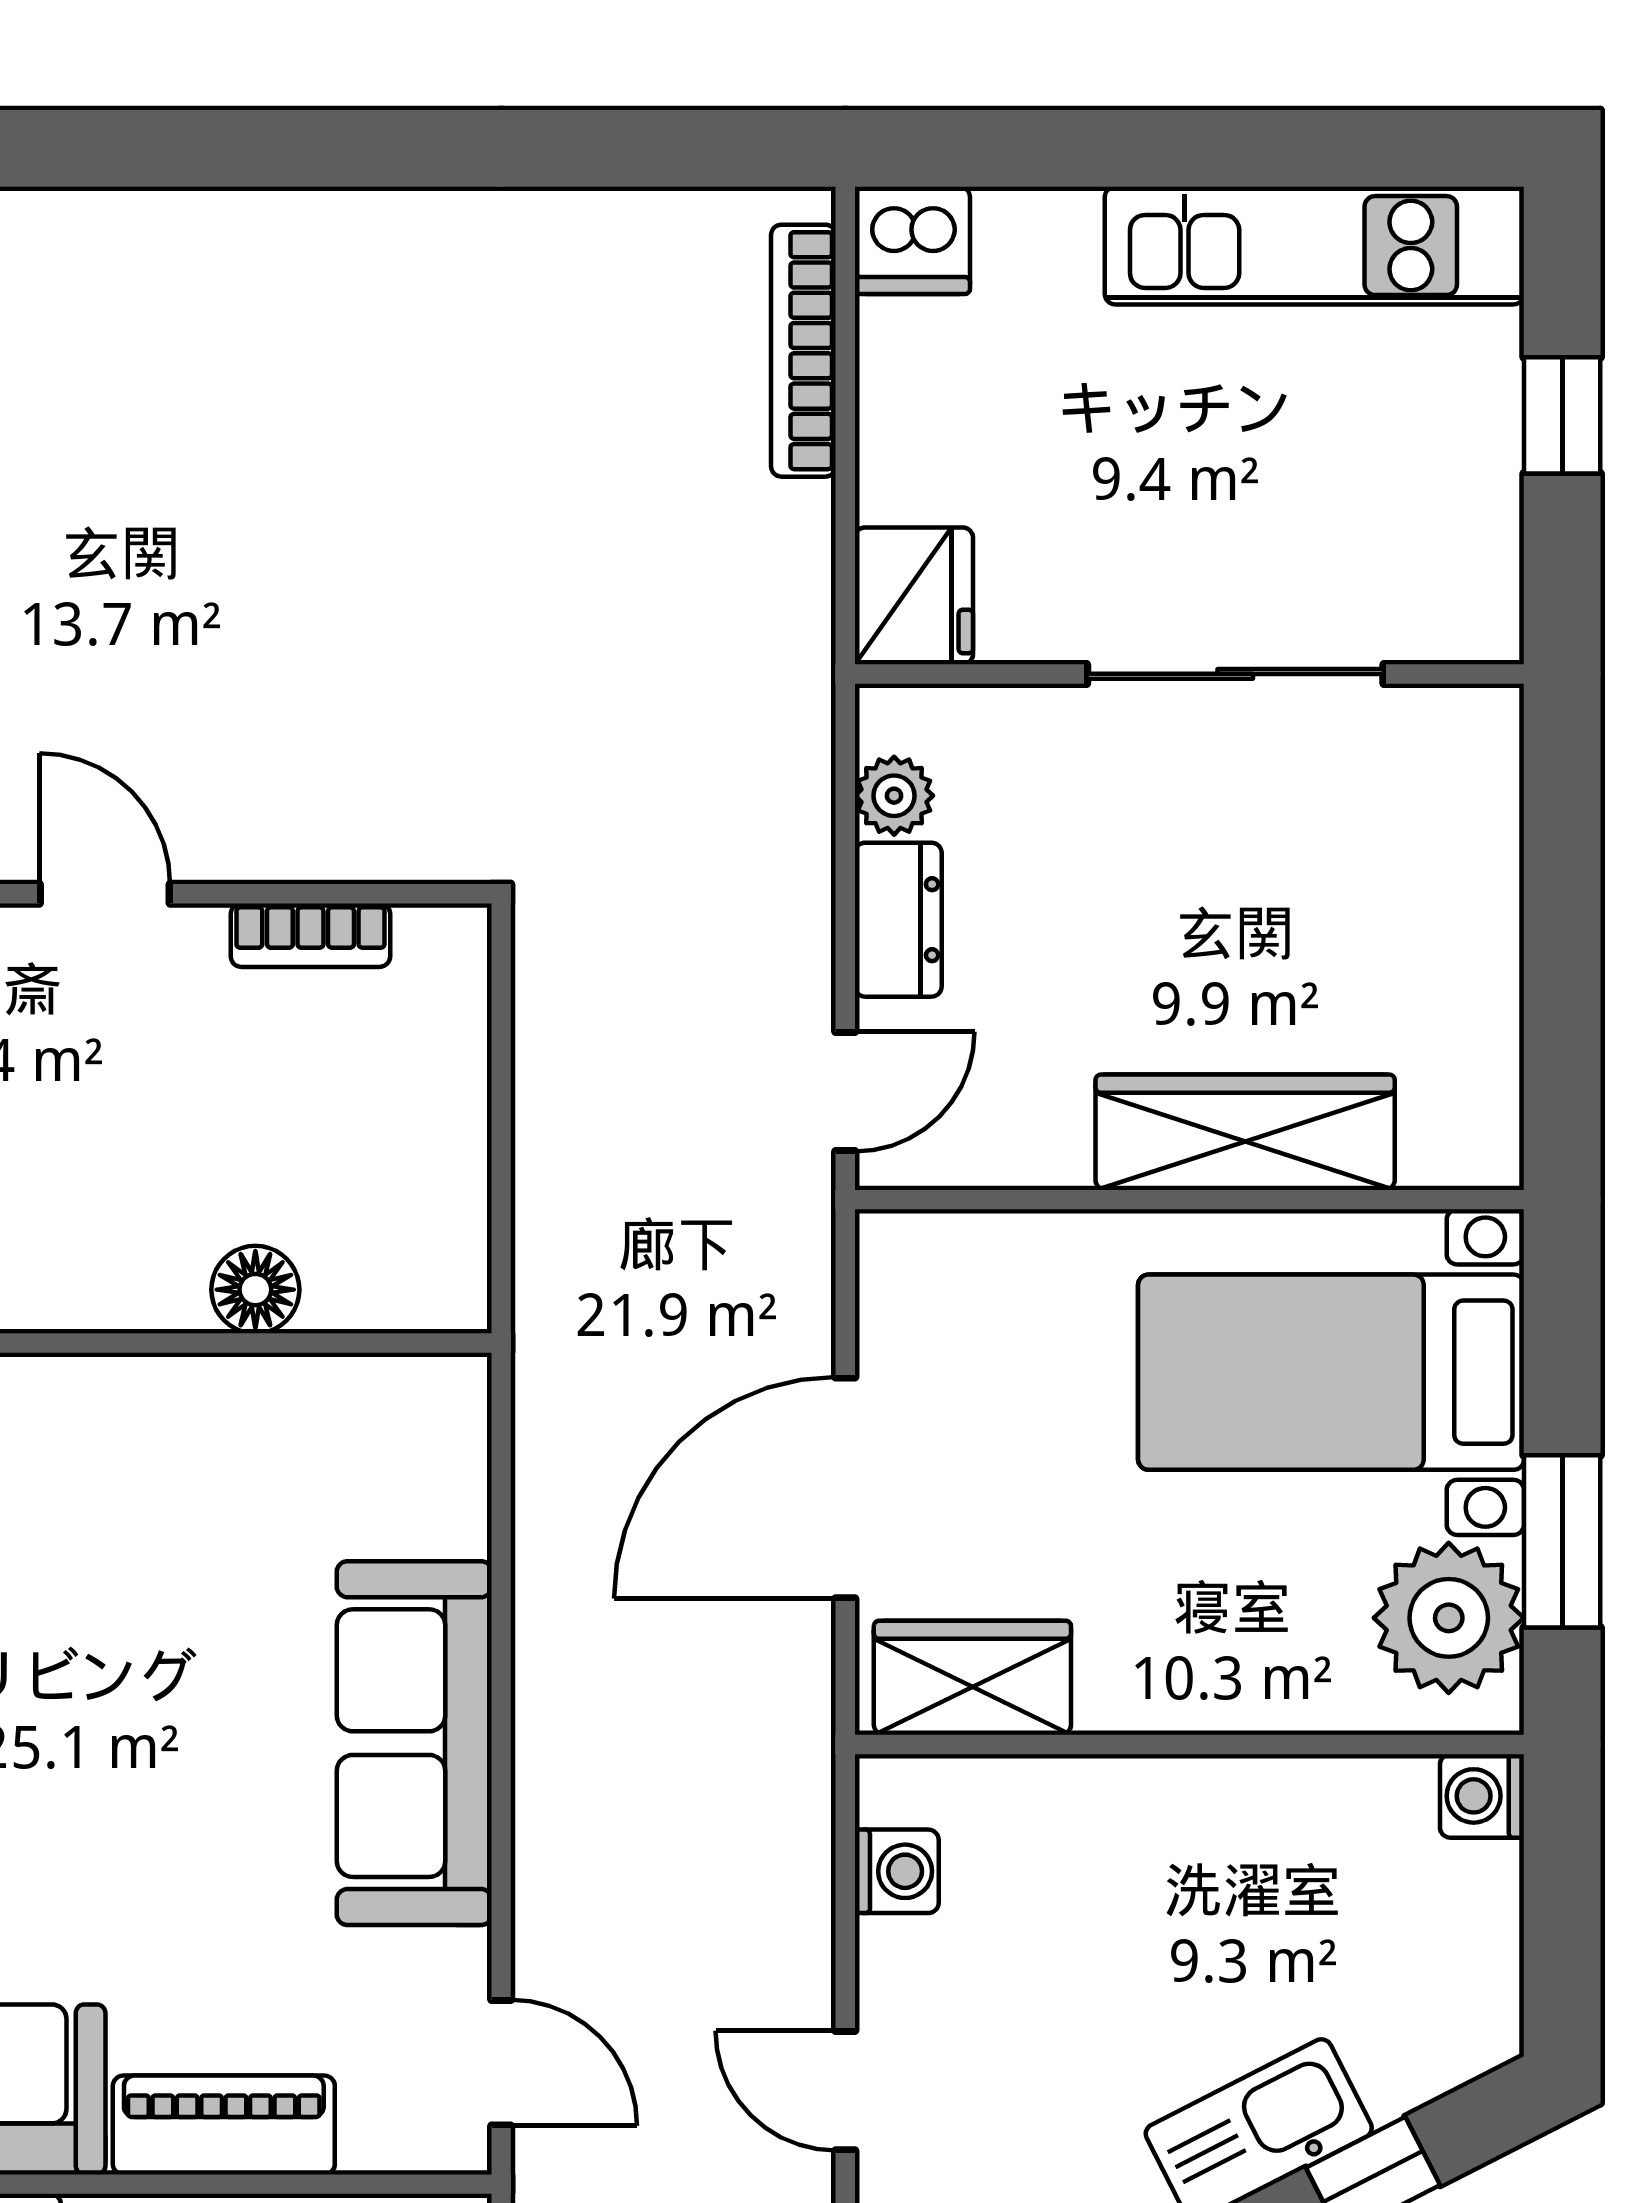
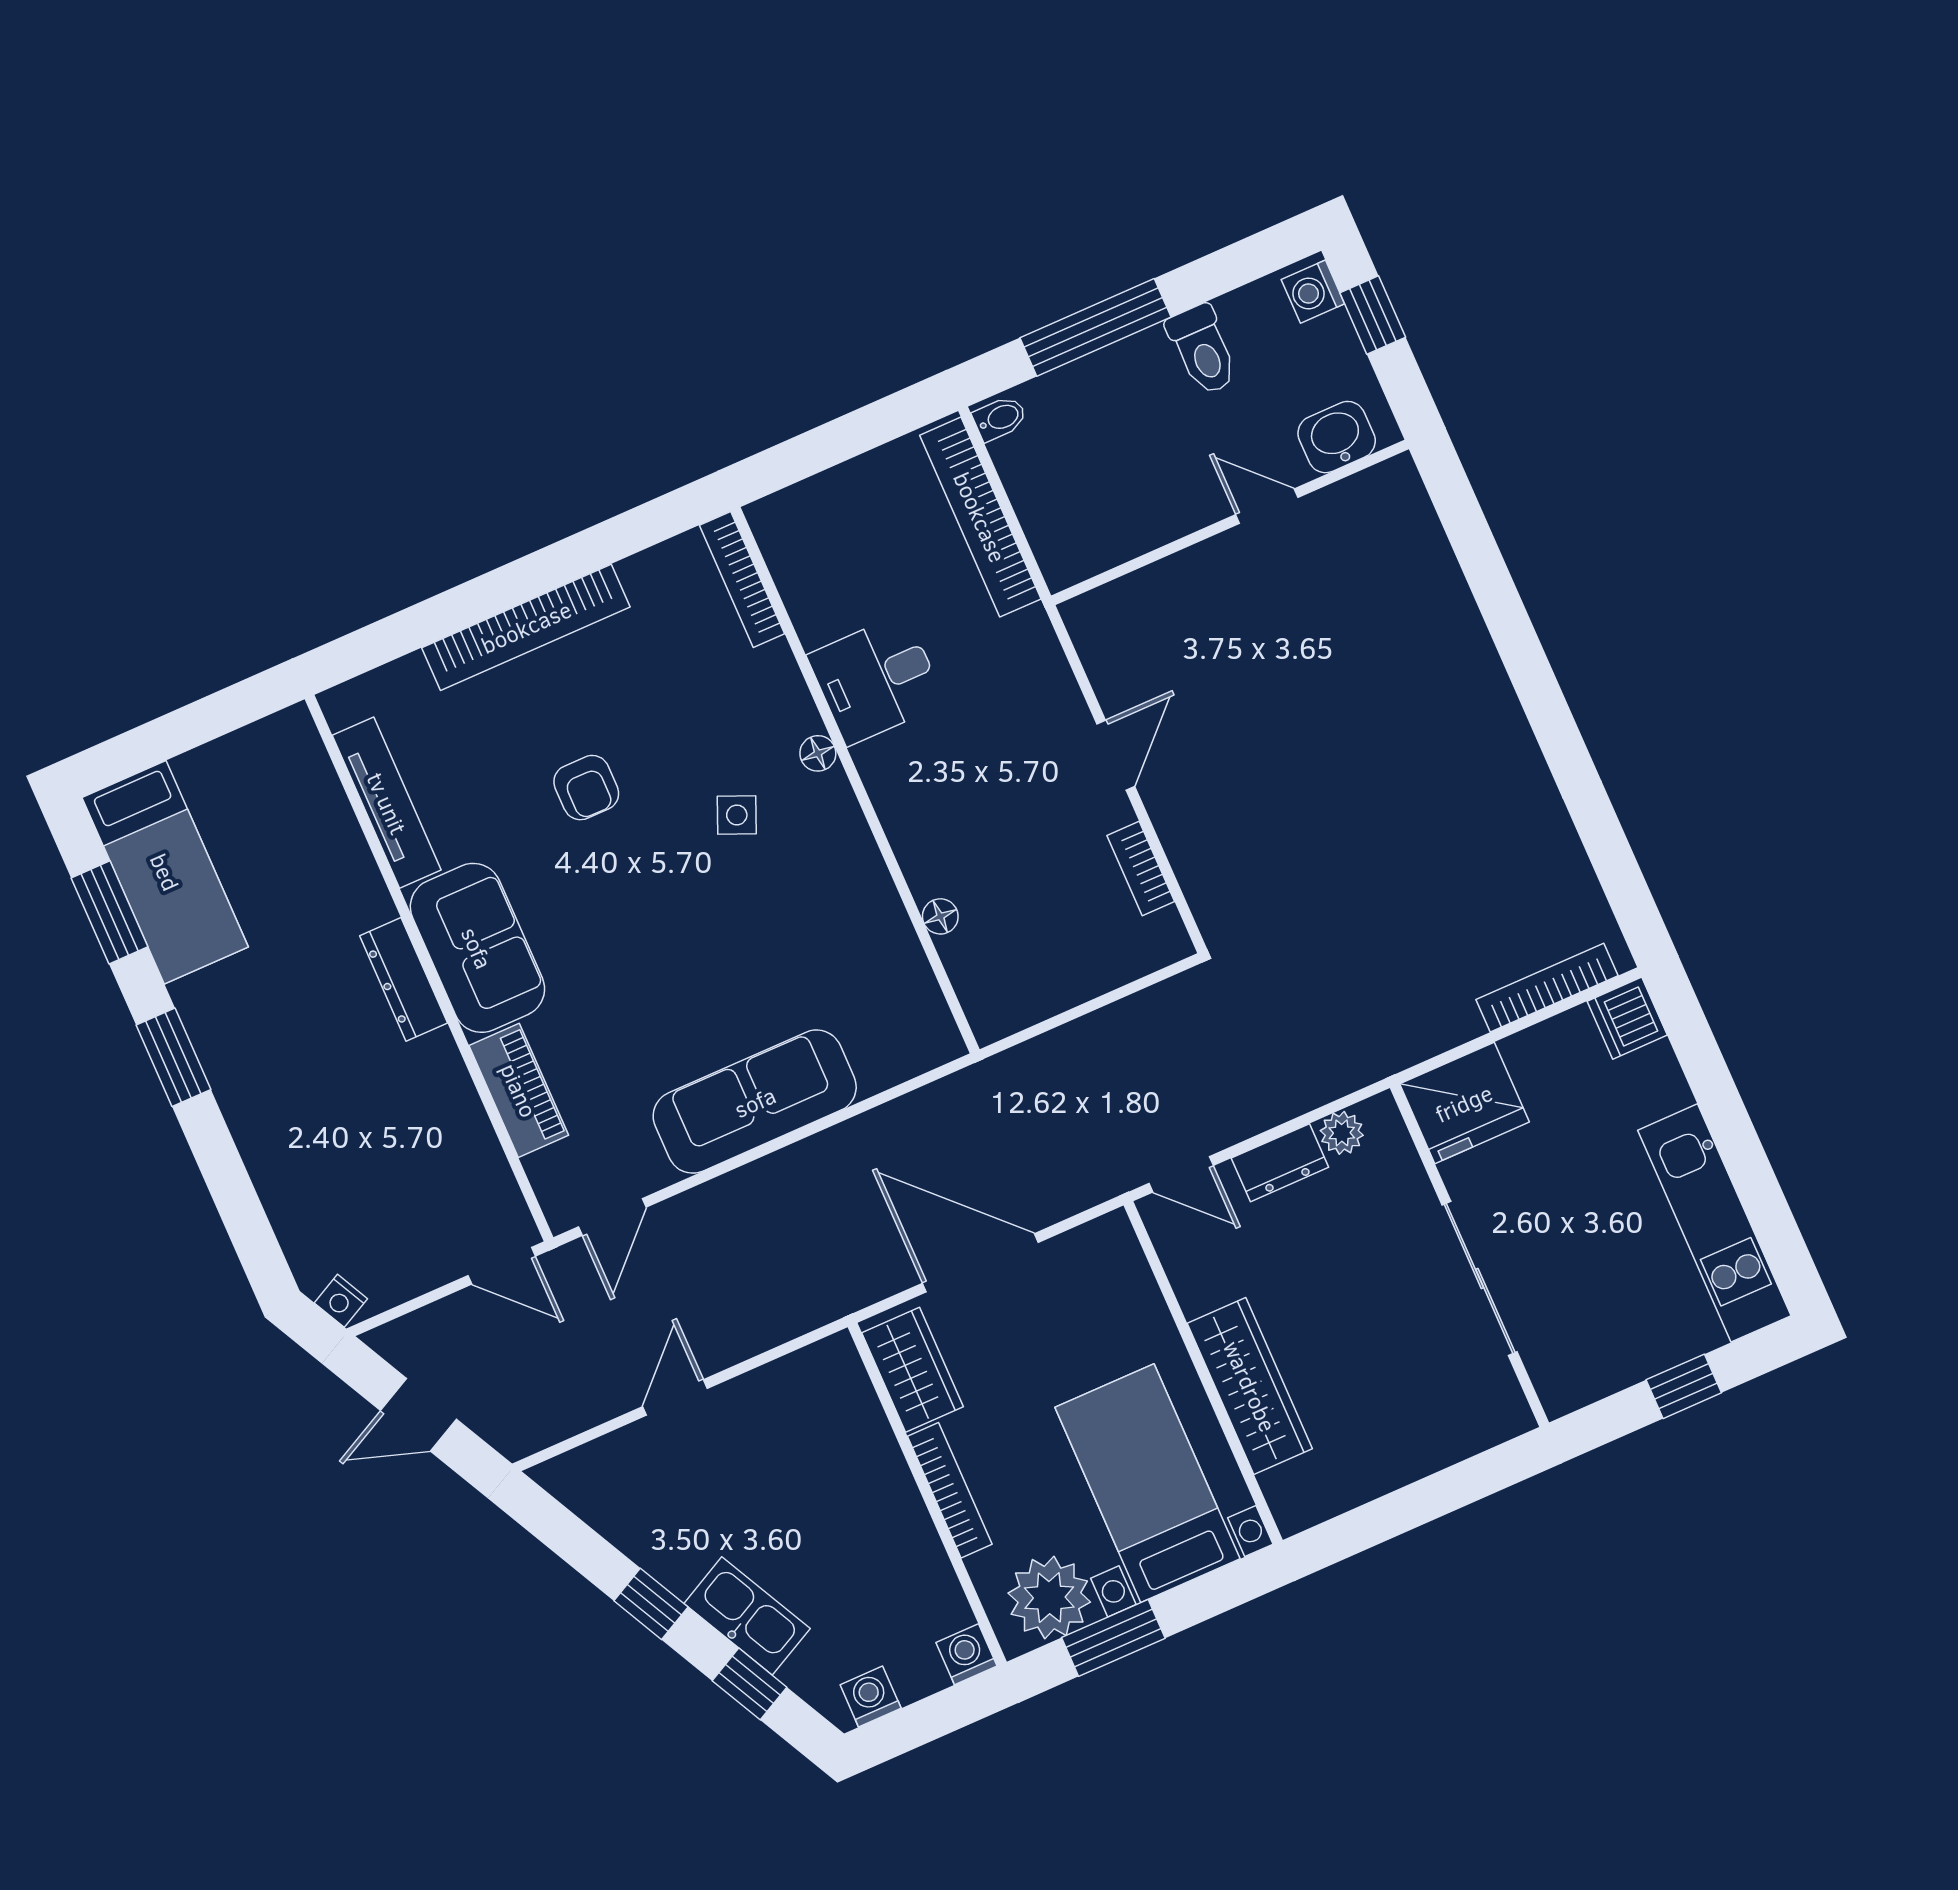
fridge: (914, 596) -> (1464, 1103), width x1.36, depth x1.34
floor lamp: (255, 1290) -> (940, 916), width x0.73, depth x0.73
bookcase: (1199, 1704) -> (950, 1490), added
washing machine: (897, 1871) -> (871, 1696), moved, turned 180

